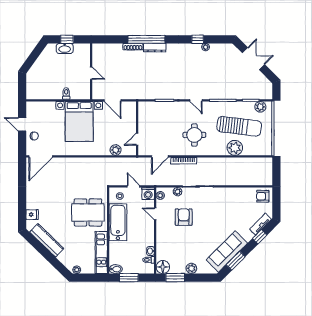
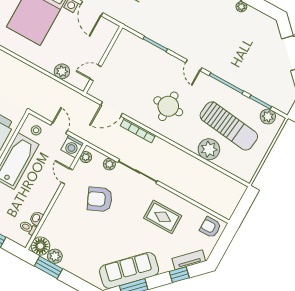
rug: (229, 206) -> (163, 217), added
armchair: (184, 217) -> (100, 199), turned -114
plant: (191, 268) -> (55, 256), moved

